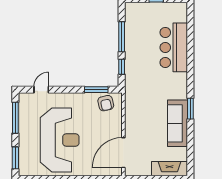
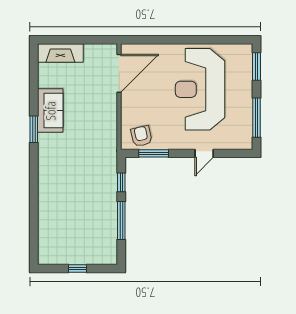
bar counter: (174, 47) -> (55, 207), removed
door: (41, 90) -> (204, 153), moved
sofa: (177, 123) -> (50, 111), width x0.73

